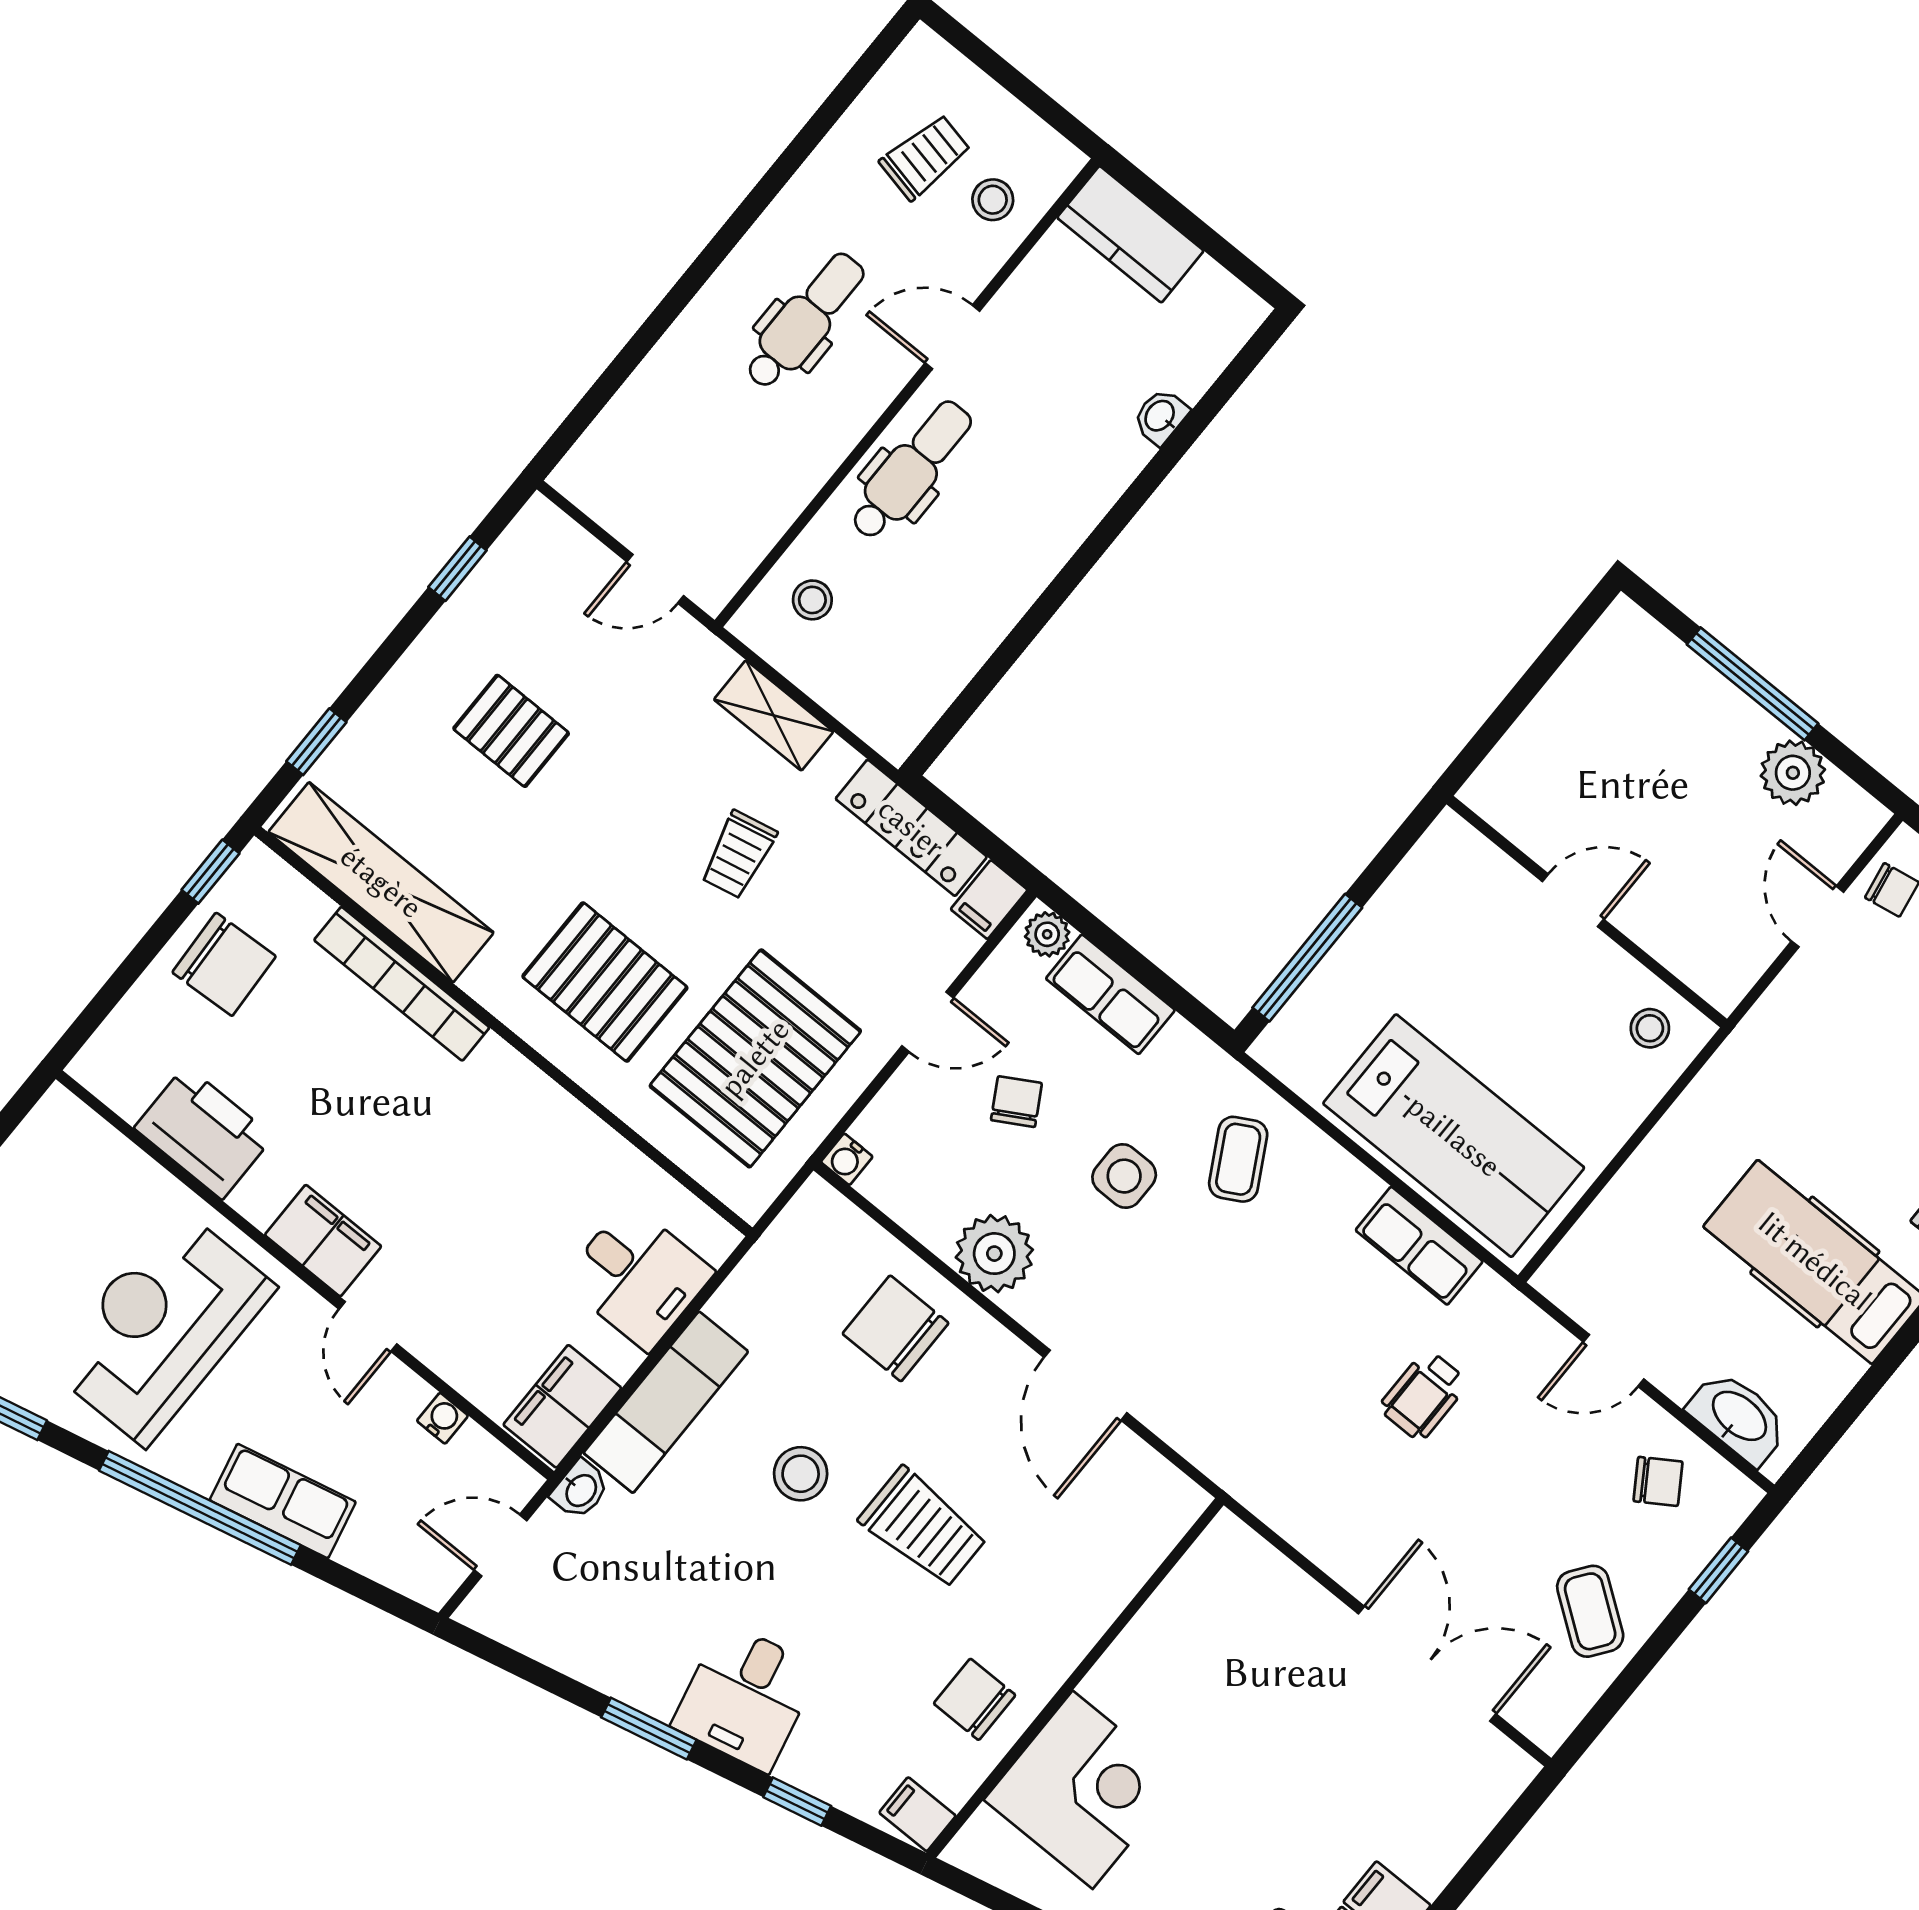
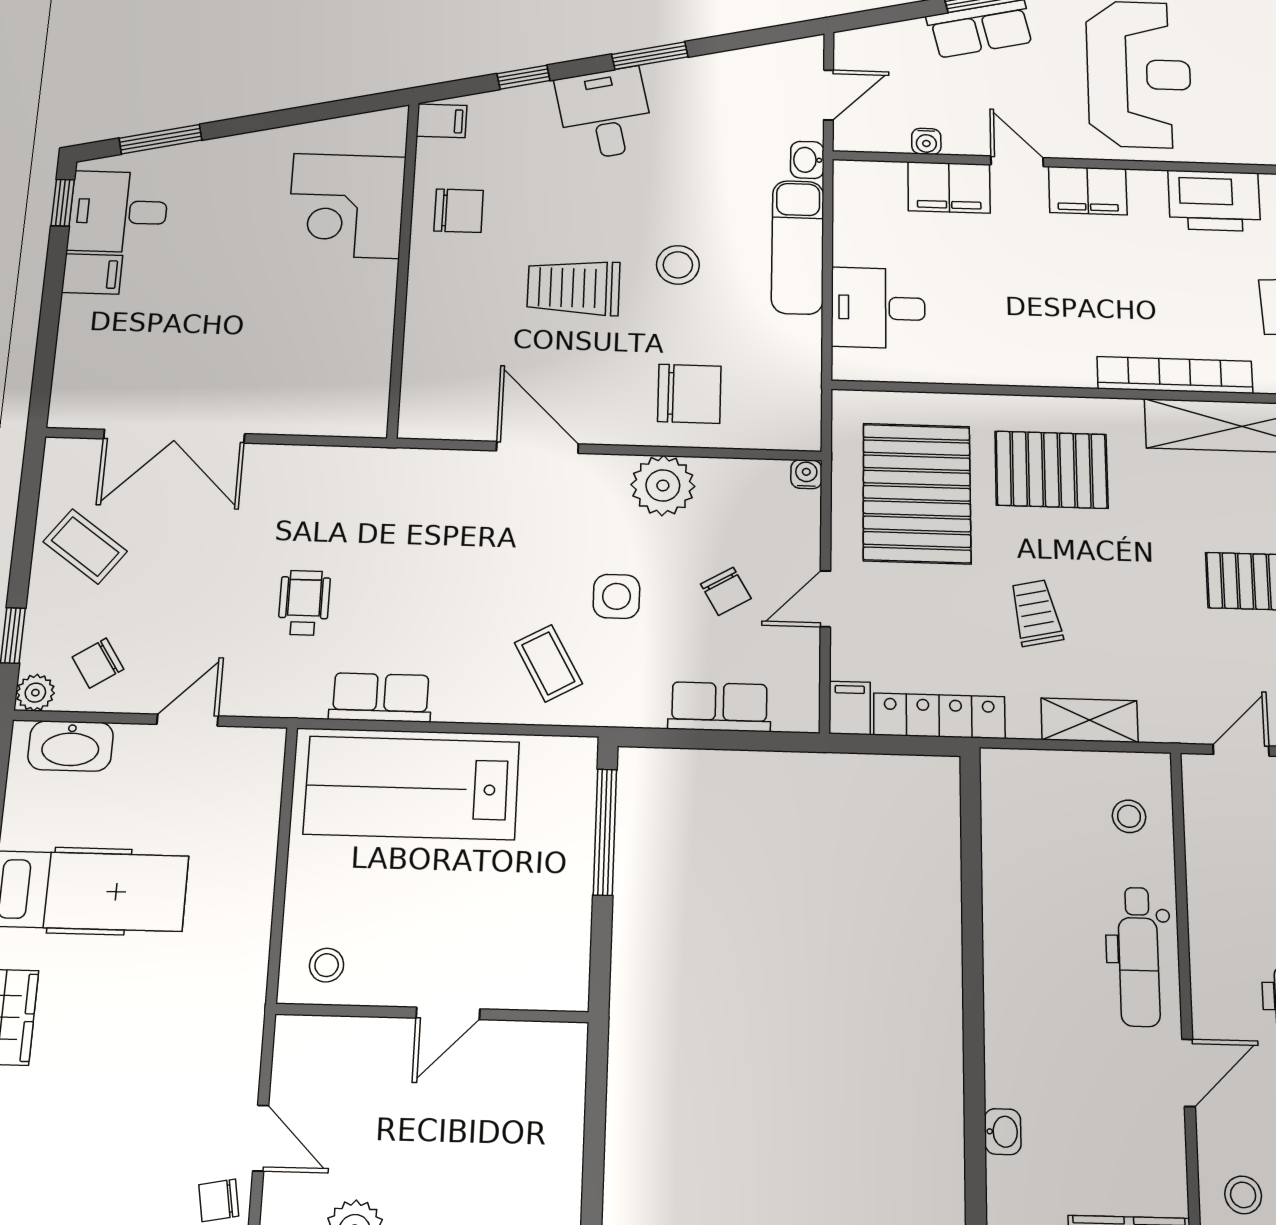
plant: (1047, 934) -> (35, 693), moved
filing cabinet: (562, 1406) -> (949, 187), moved, turned 90

